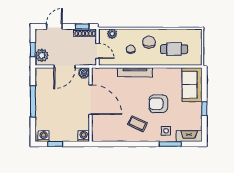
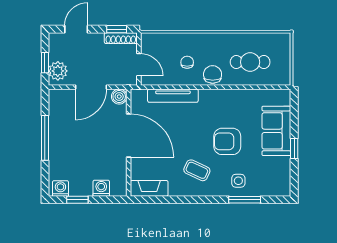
plant: (112, 34) -> (160, 40), removed
chair: (149, 42) -> (213, 74), moved
tv unit: (135, 72) -> (173, 96), moved
sofa: (192, 85) -> (276, 131), moved
washing machine: (84, 136) -> (101, 188), moved
fireplace: (189, 136) -> (149, 188), moved

